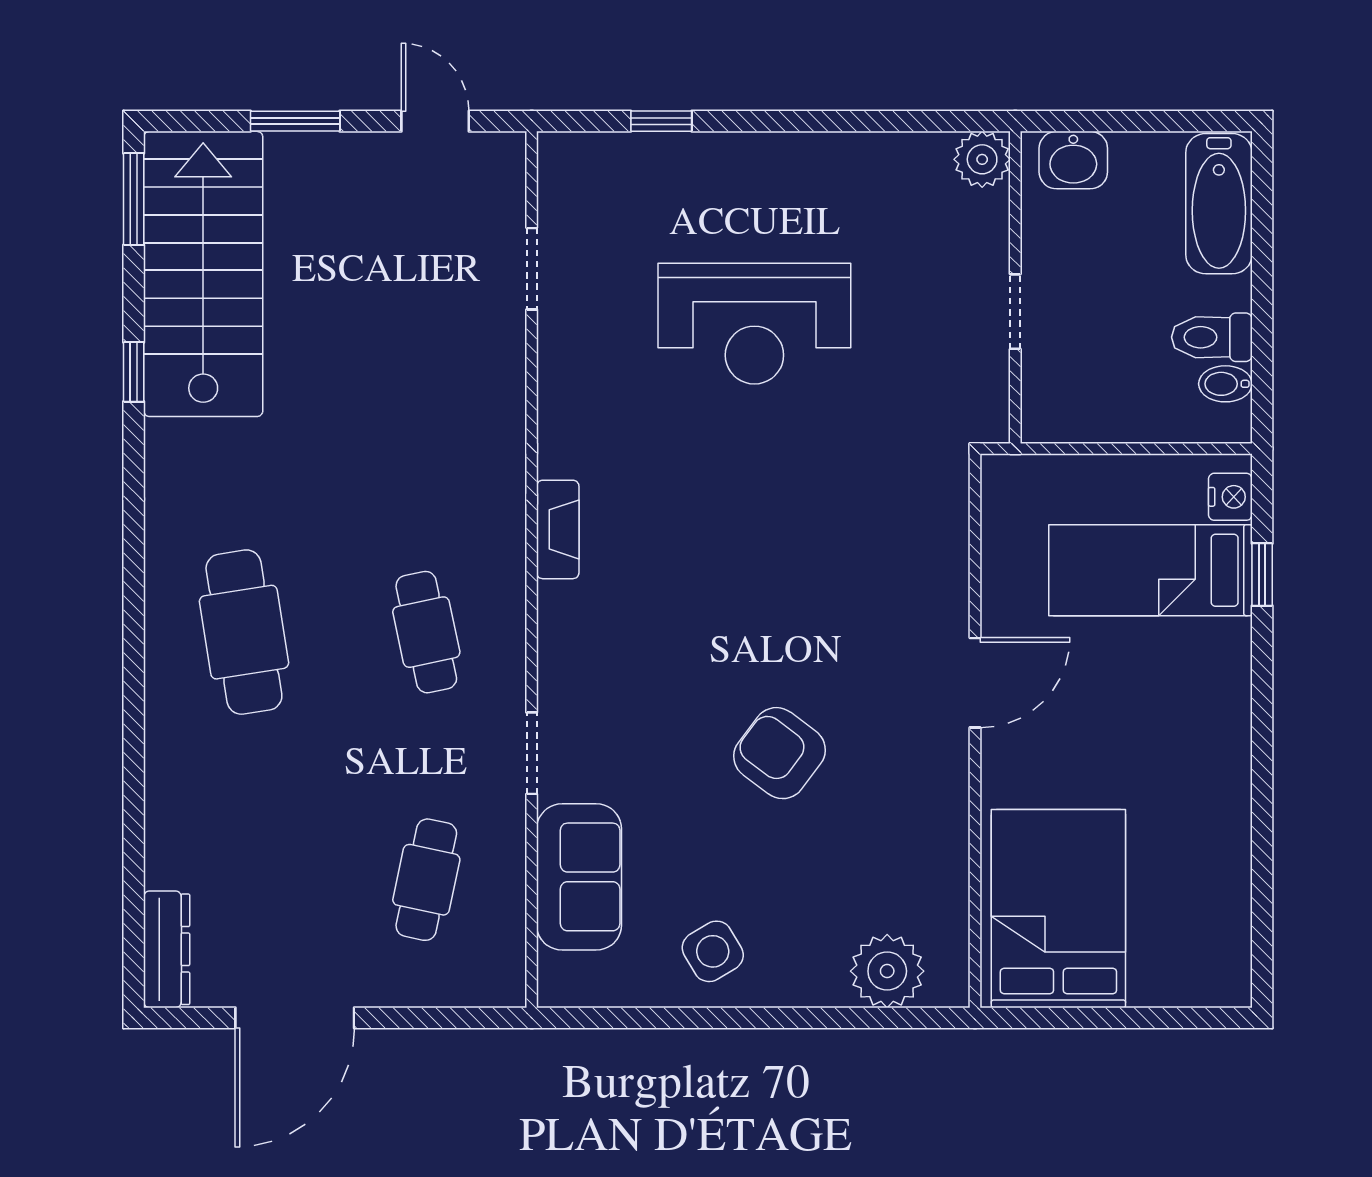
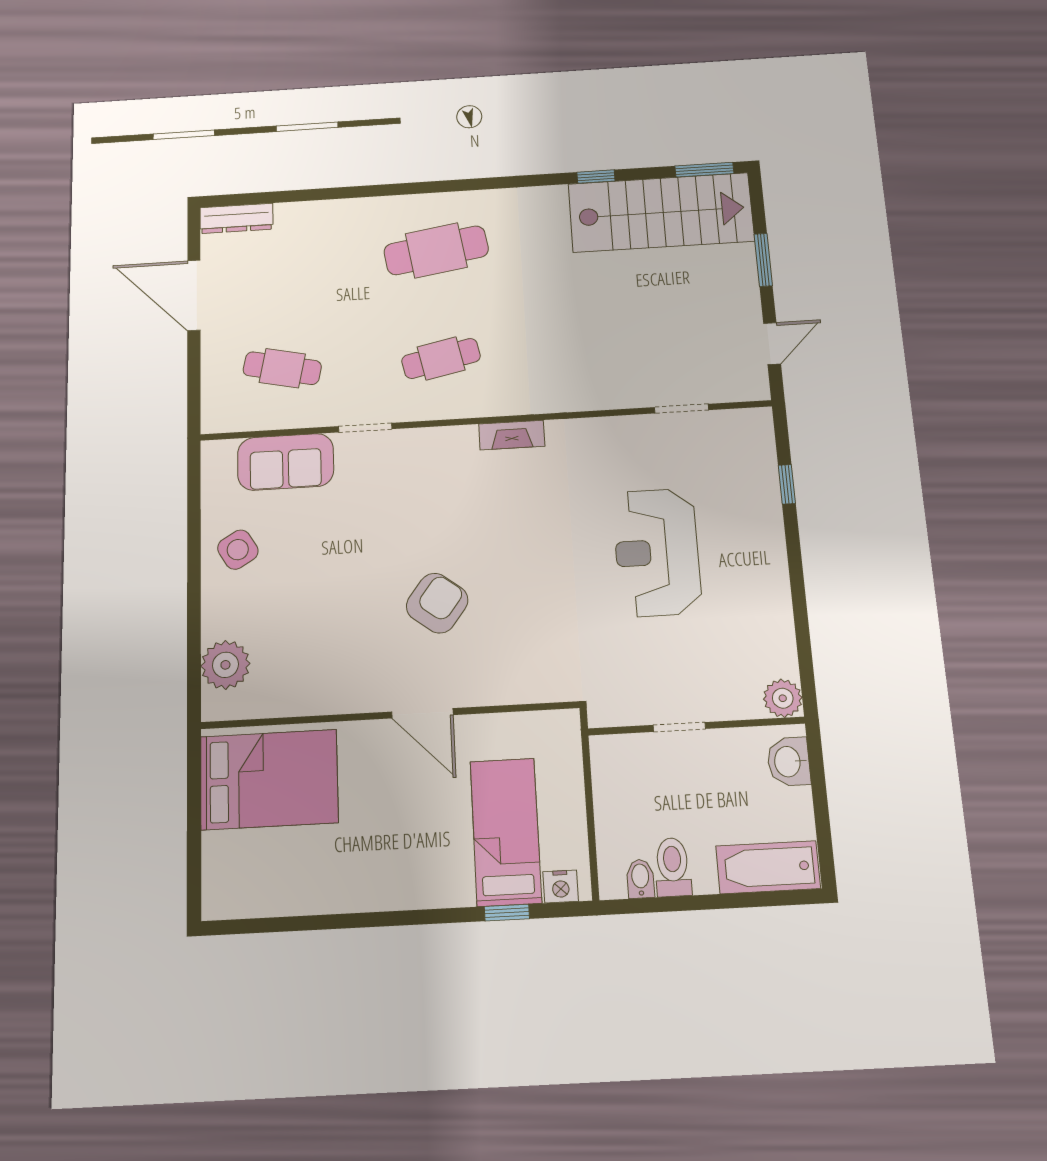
armchair: (780, 753) -> (437, 603), moved

